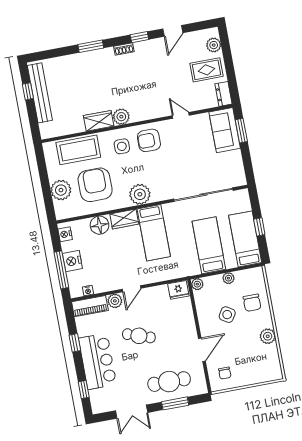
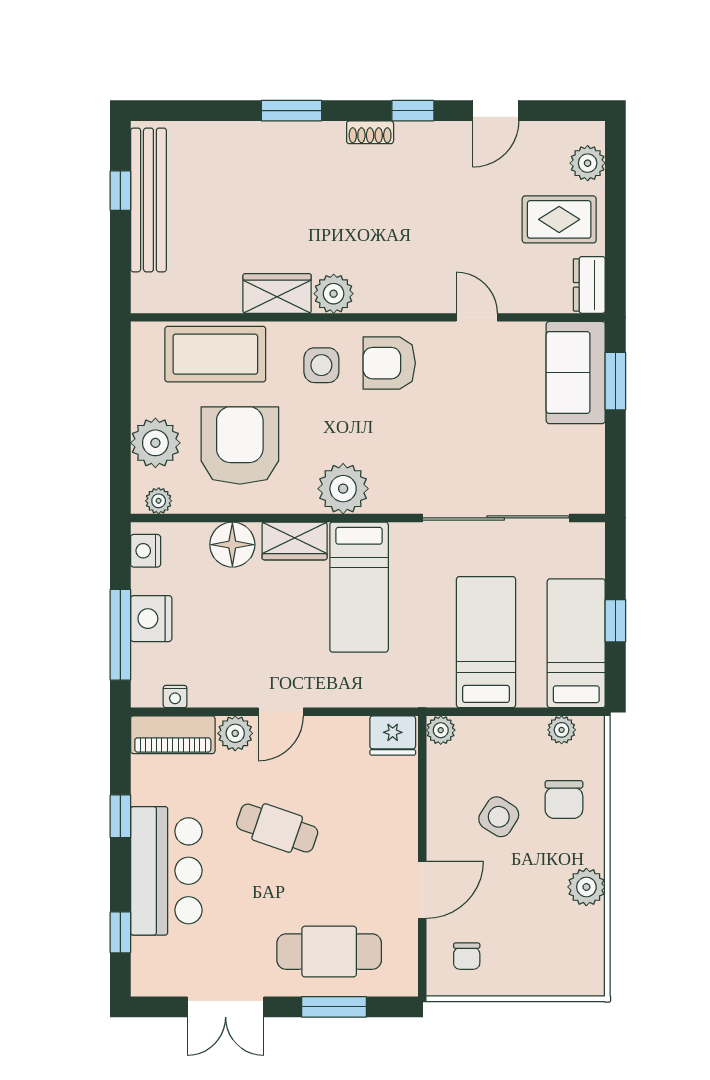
plant: (67, 213) -> (159, 501), added
plant: (228, 278) -> (562, 730), moved

